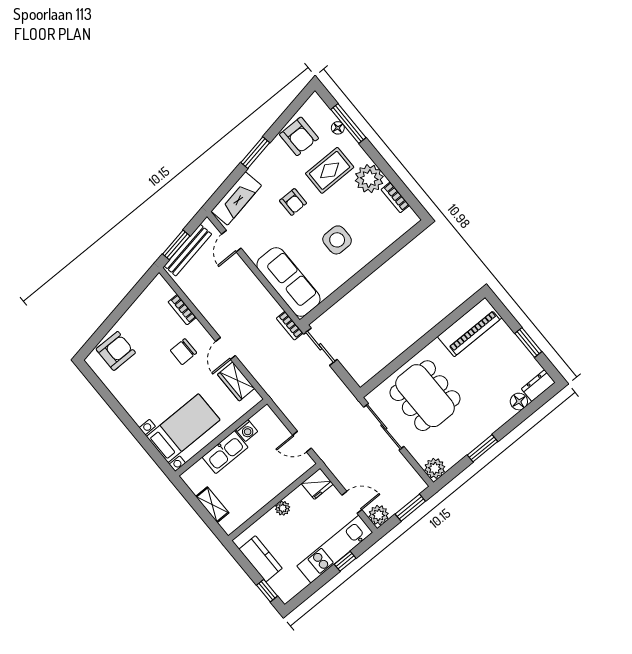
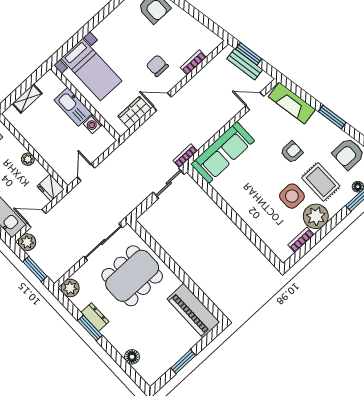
armchair: (293, 202) -> (292, 152), turned 180
side table: (337, 240) -> (292, 196), moved
bench: (188, 250) -> (245, 64), width x0.73
dresser: (538, 386) -> (95, 317), moved
door: (352, 502) -> (37, 218), swing flipped

